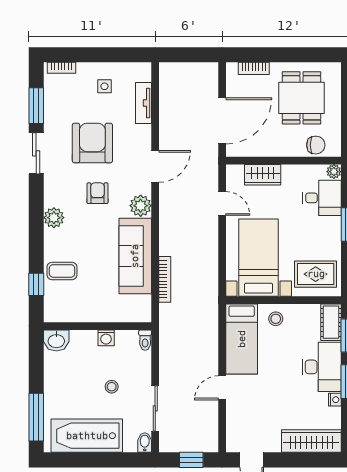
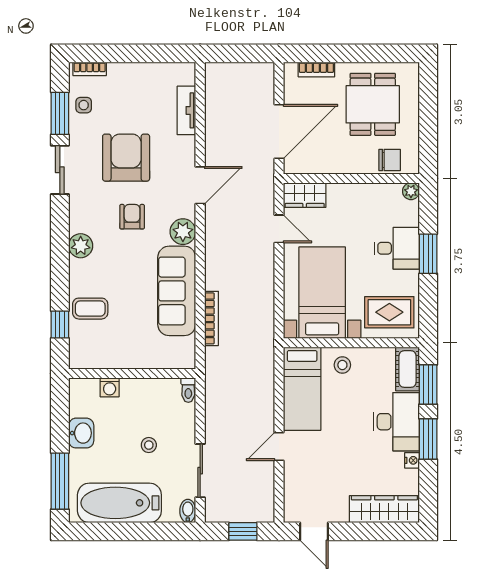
side table: (104, 86) -> (84, 105), moved
wardrobe: (263, 175) -> (305, 195), moved
desk: (322, 198) -> (397, 248), moved
washing machine: (106, 338) -> (110, 387), moved
washbasin: (56, 340) -> (81, 433), moved, turned -90

